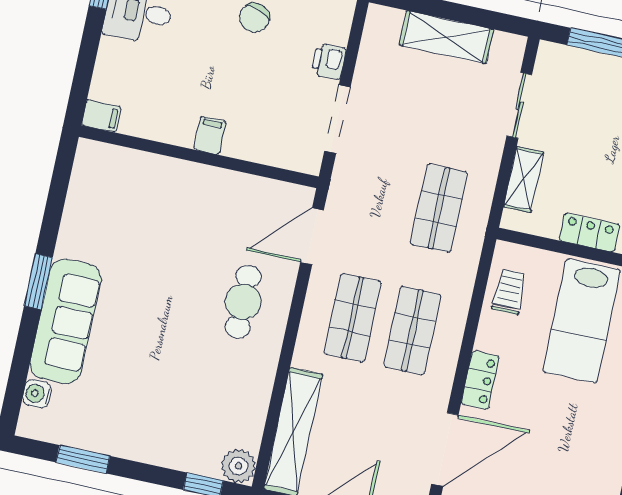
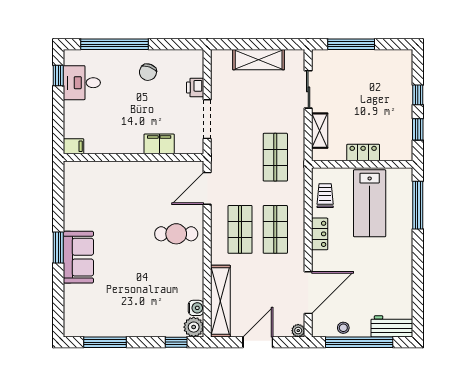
filing cabinet: (210, 135) -> (159, 144), moved, width x2.00
cafe table: (243, 302) -> (176, 234), turned 90
sofa: (66, 321) -> (78, 257), width x0.73
locker: (480, 380) -> (320, 234), moved
water cooler: (37, 394) -> (196, 308), moved, turned 180
window: (83, 459) -> (105, 342), width x1.44

